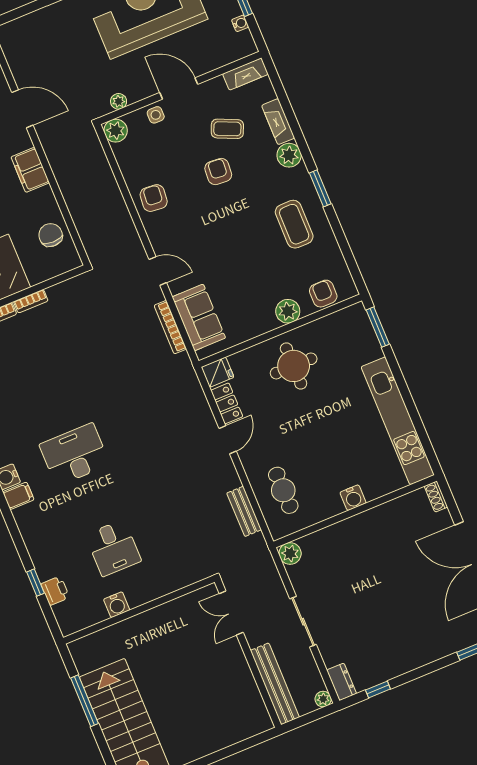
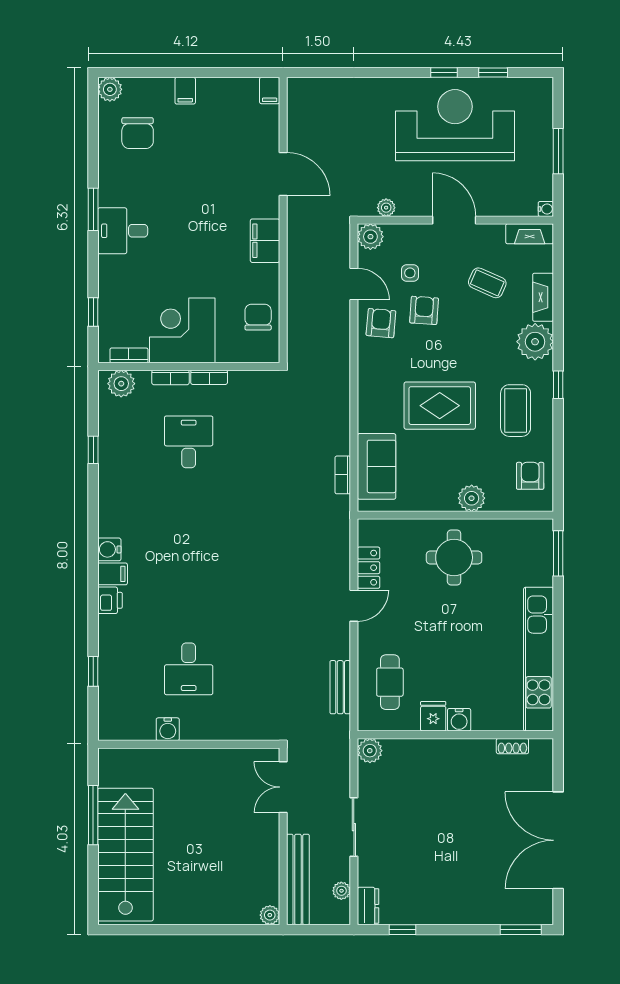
water cooler: (240, 23) -> (546, 209), moved
side table: (156, 115) -> (410, 273), moved
plant: (289, 155) -> (535, 342), width x1.36, depth x1.36
armchair: (218, 172) -> (424, 310), moved
window: (320, 188) -> (558, 385), width x0.67
rug: (230, 246) -> (440, 406), added
door: (158, 271) -> (354, 284), moved
armchair: (323, 294) -> (530, 476), moved
bookcase: (170, 327) -> (343, 475), width x0.64
fridge: (218, 372) -> (433, 716), moved, turned -90
desk: (75, 455) -> (189, 442), moved, width x0.73
shoe rack: (436, 497) -> (512, 746), moved, turned -90
printer: (55, 591) -> (110, 600), moved
plant: (323, 699) -> (341, 891), moved
plant: (264, 723) -> (270, 915), added

